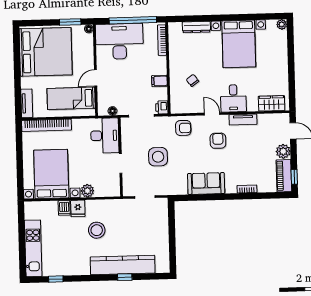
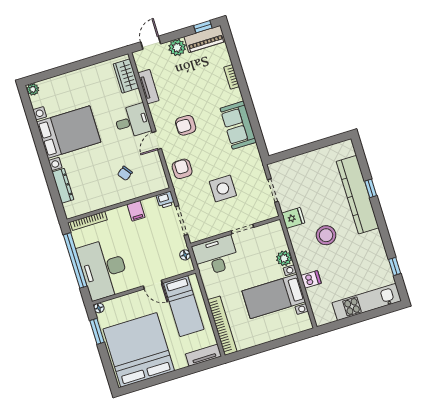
tv unit: (243, 119) -> (148, 87), moved
bed with nightstands: (51, 174) -> (274, 296), width x0.73
fridge: (78, 208) -> (293, 218), moved

